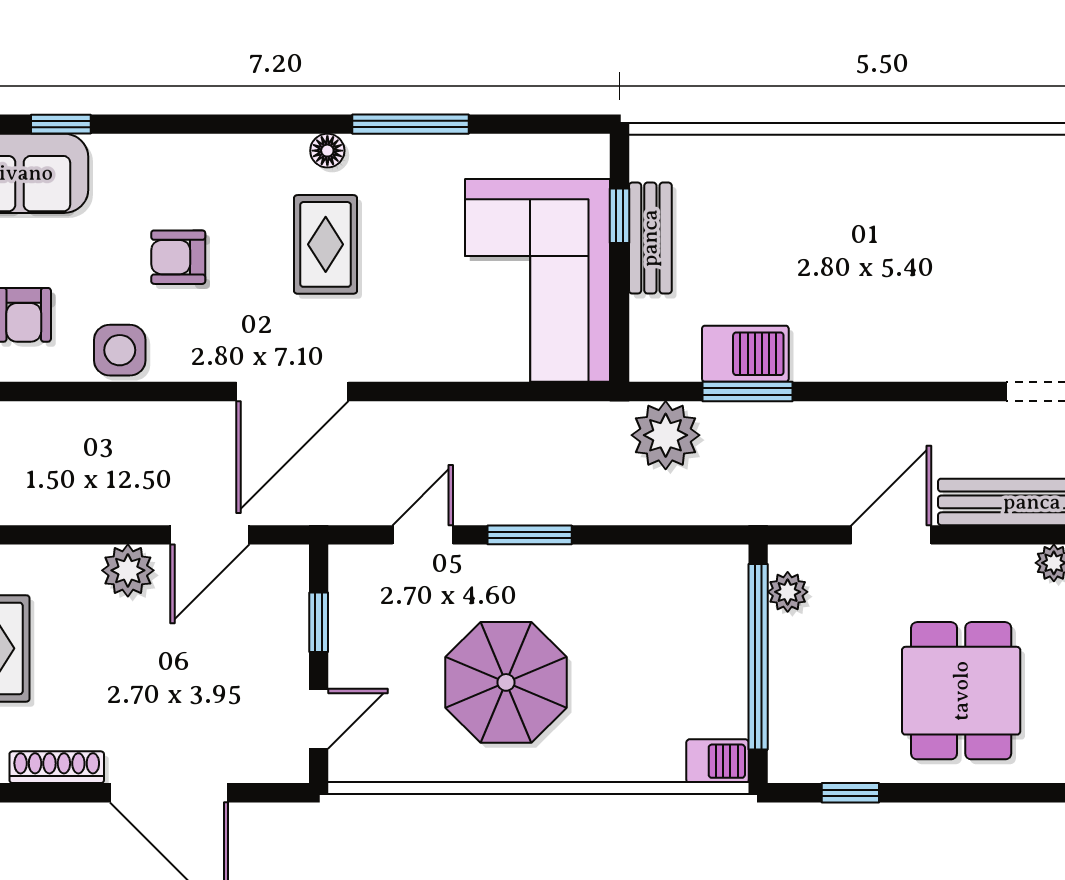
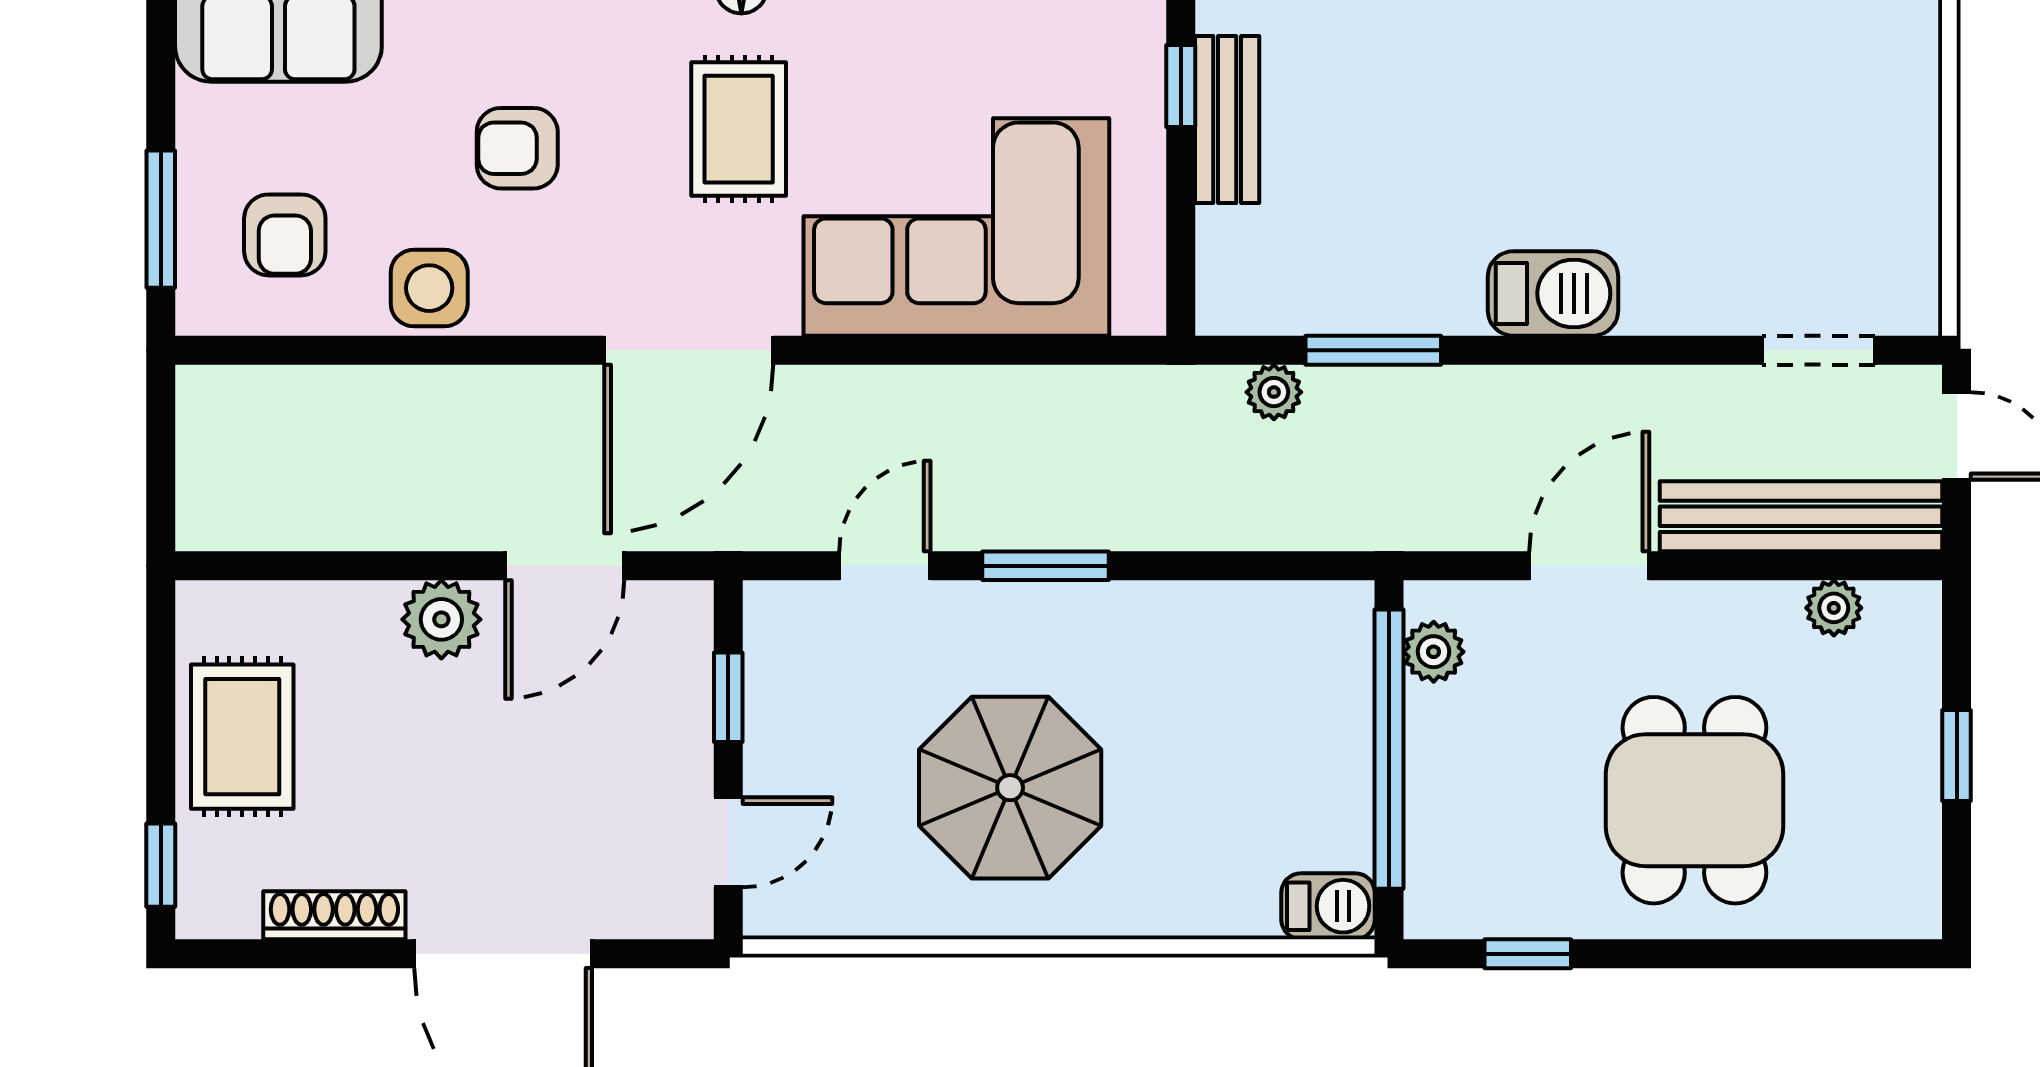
corner sofa: (538, 280) -> (956, 227), moved, turned 90
barbecue: (745, 354) -> (1553, 293), moved
plant: (666, 435) -> (1274, 392), width x0.53, depth x0.53

